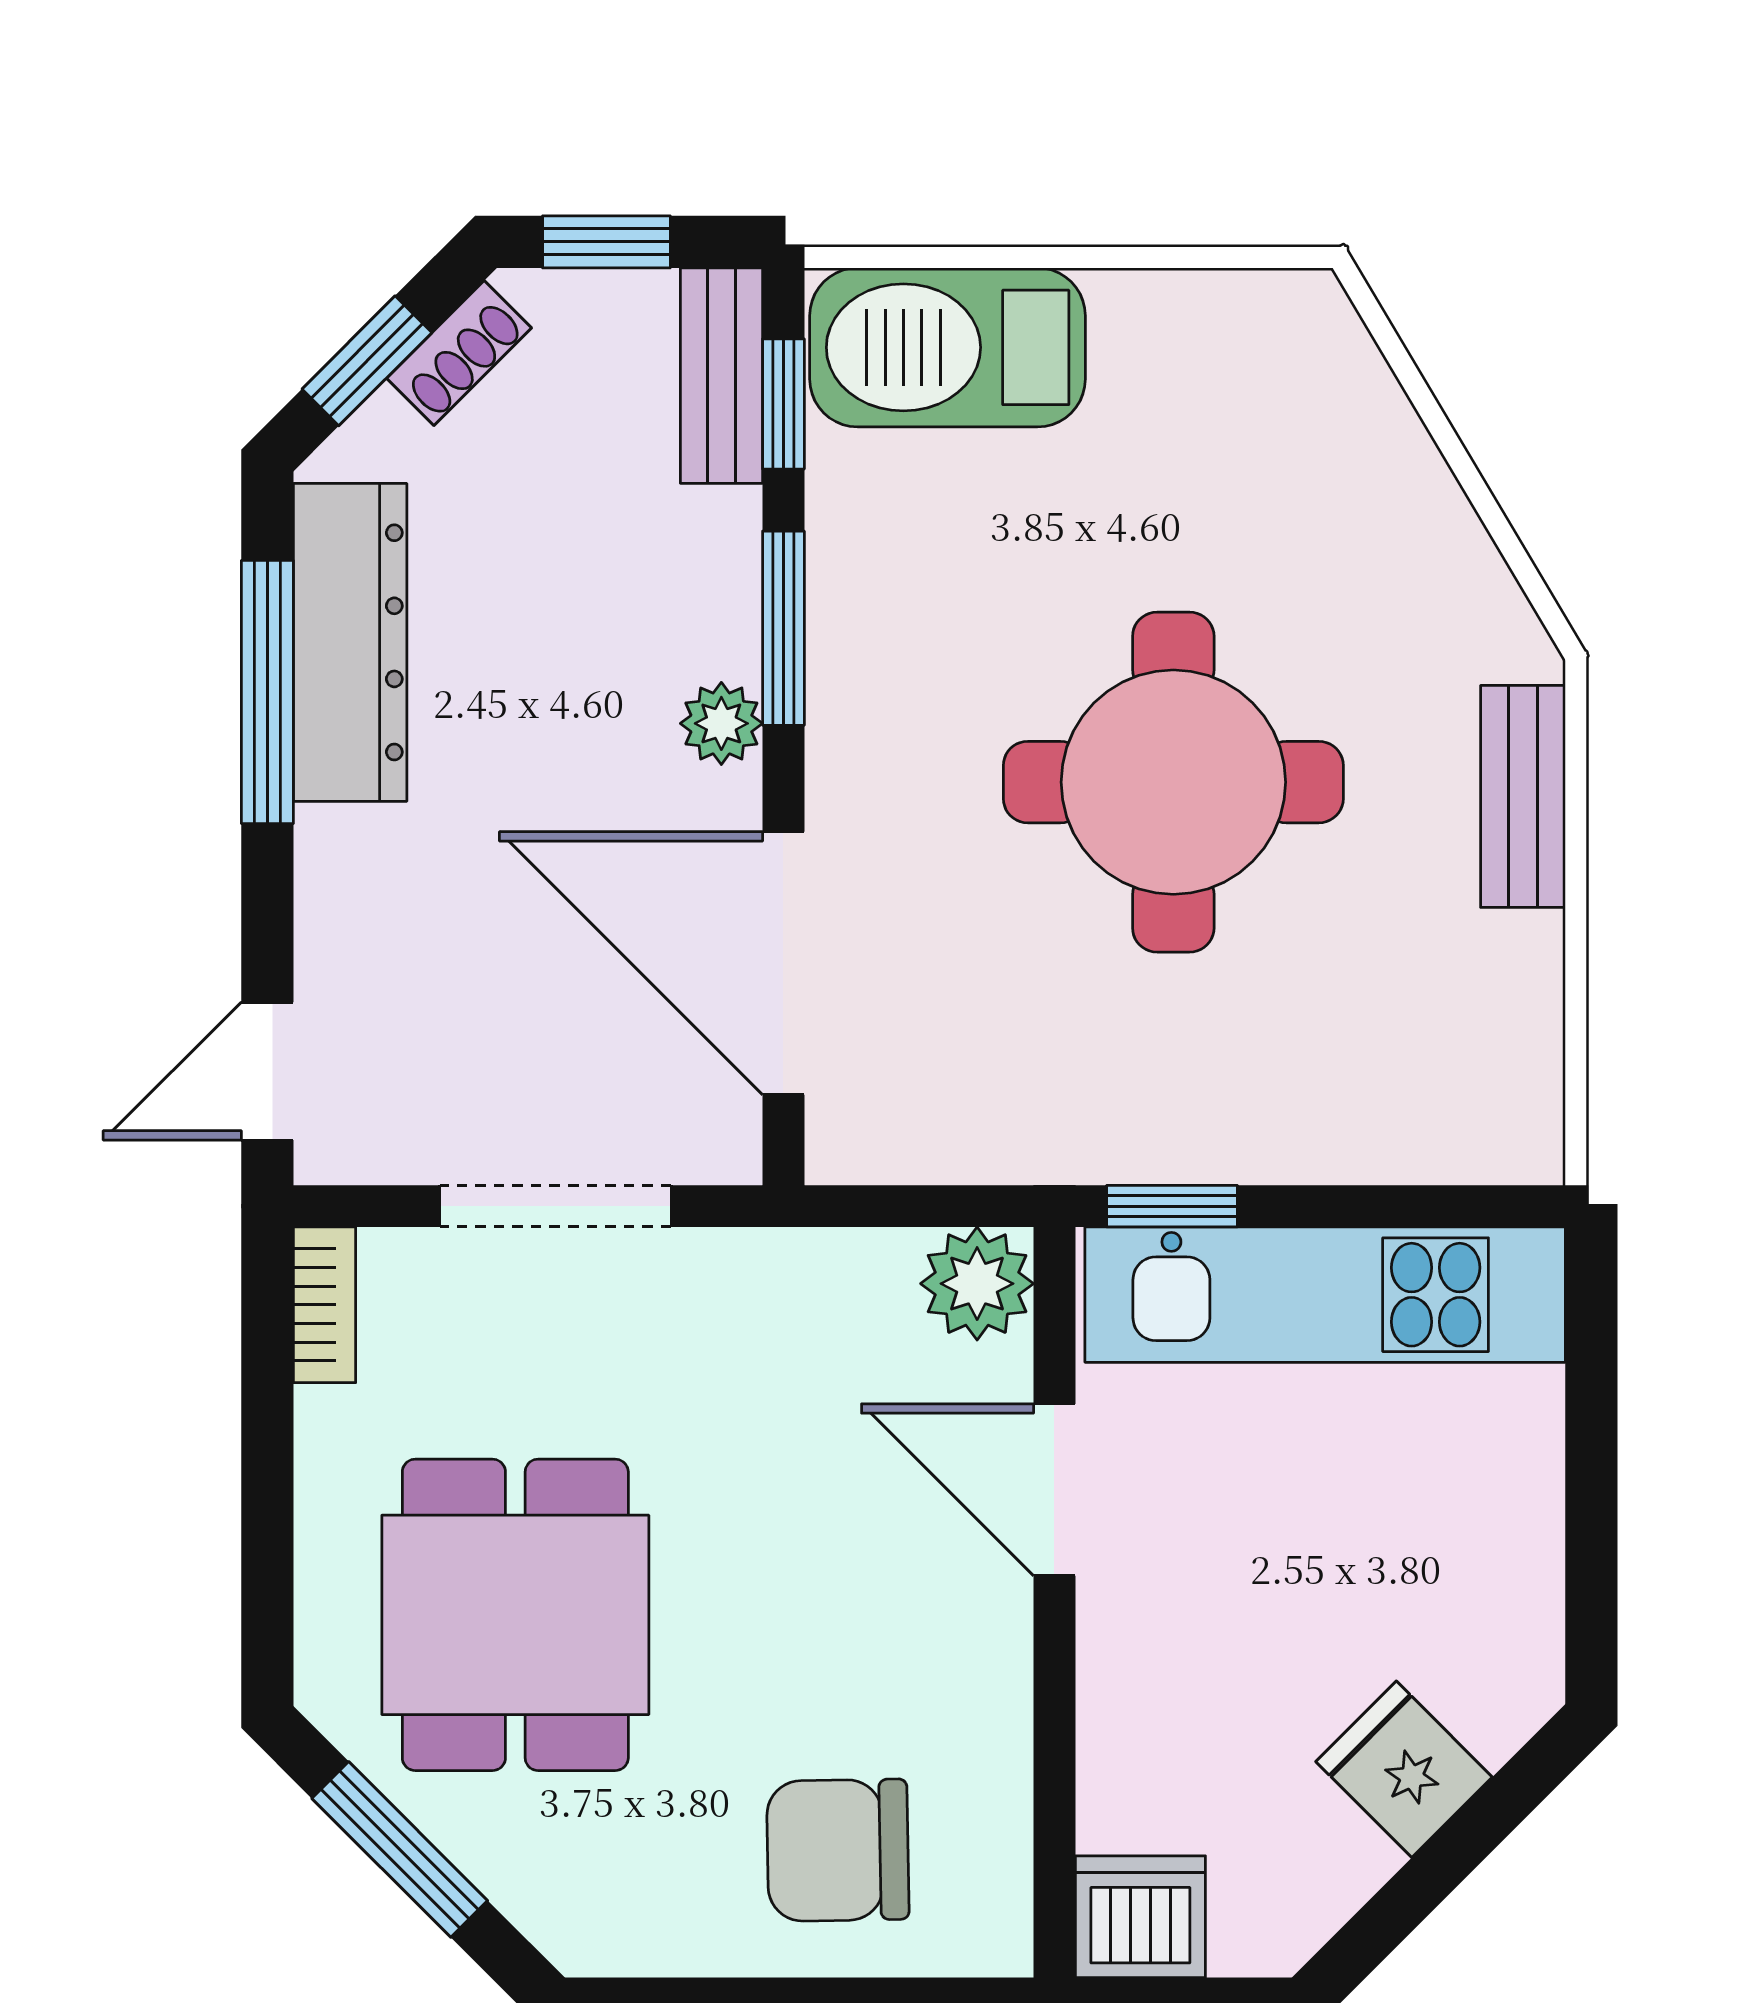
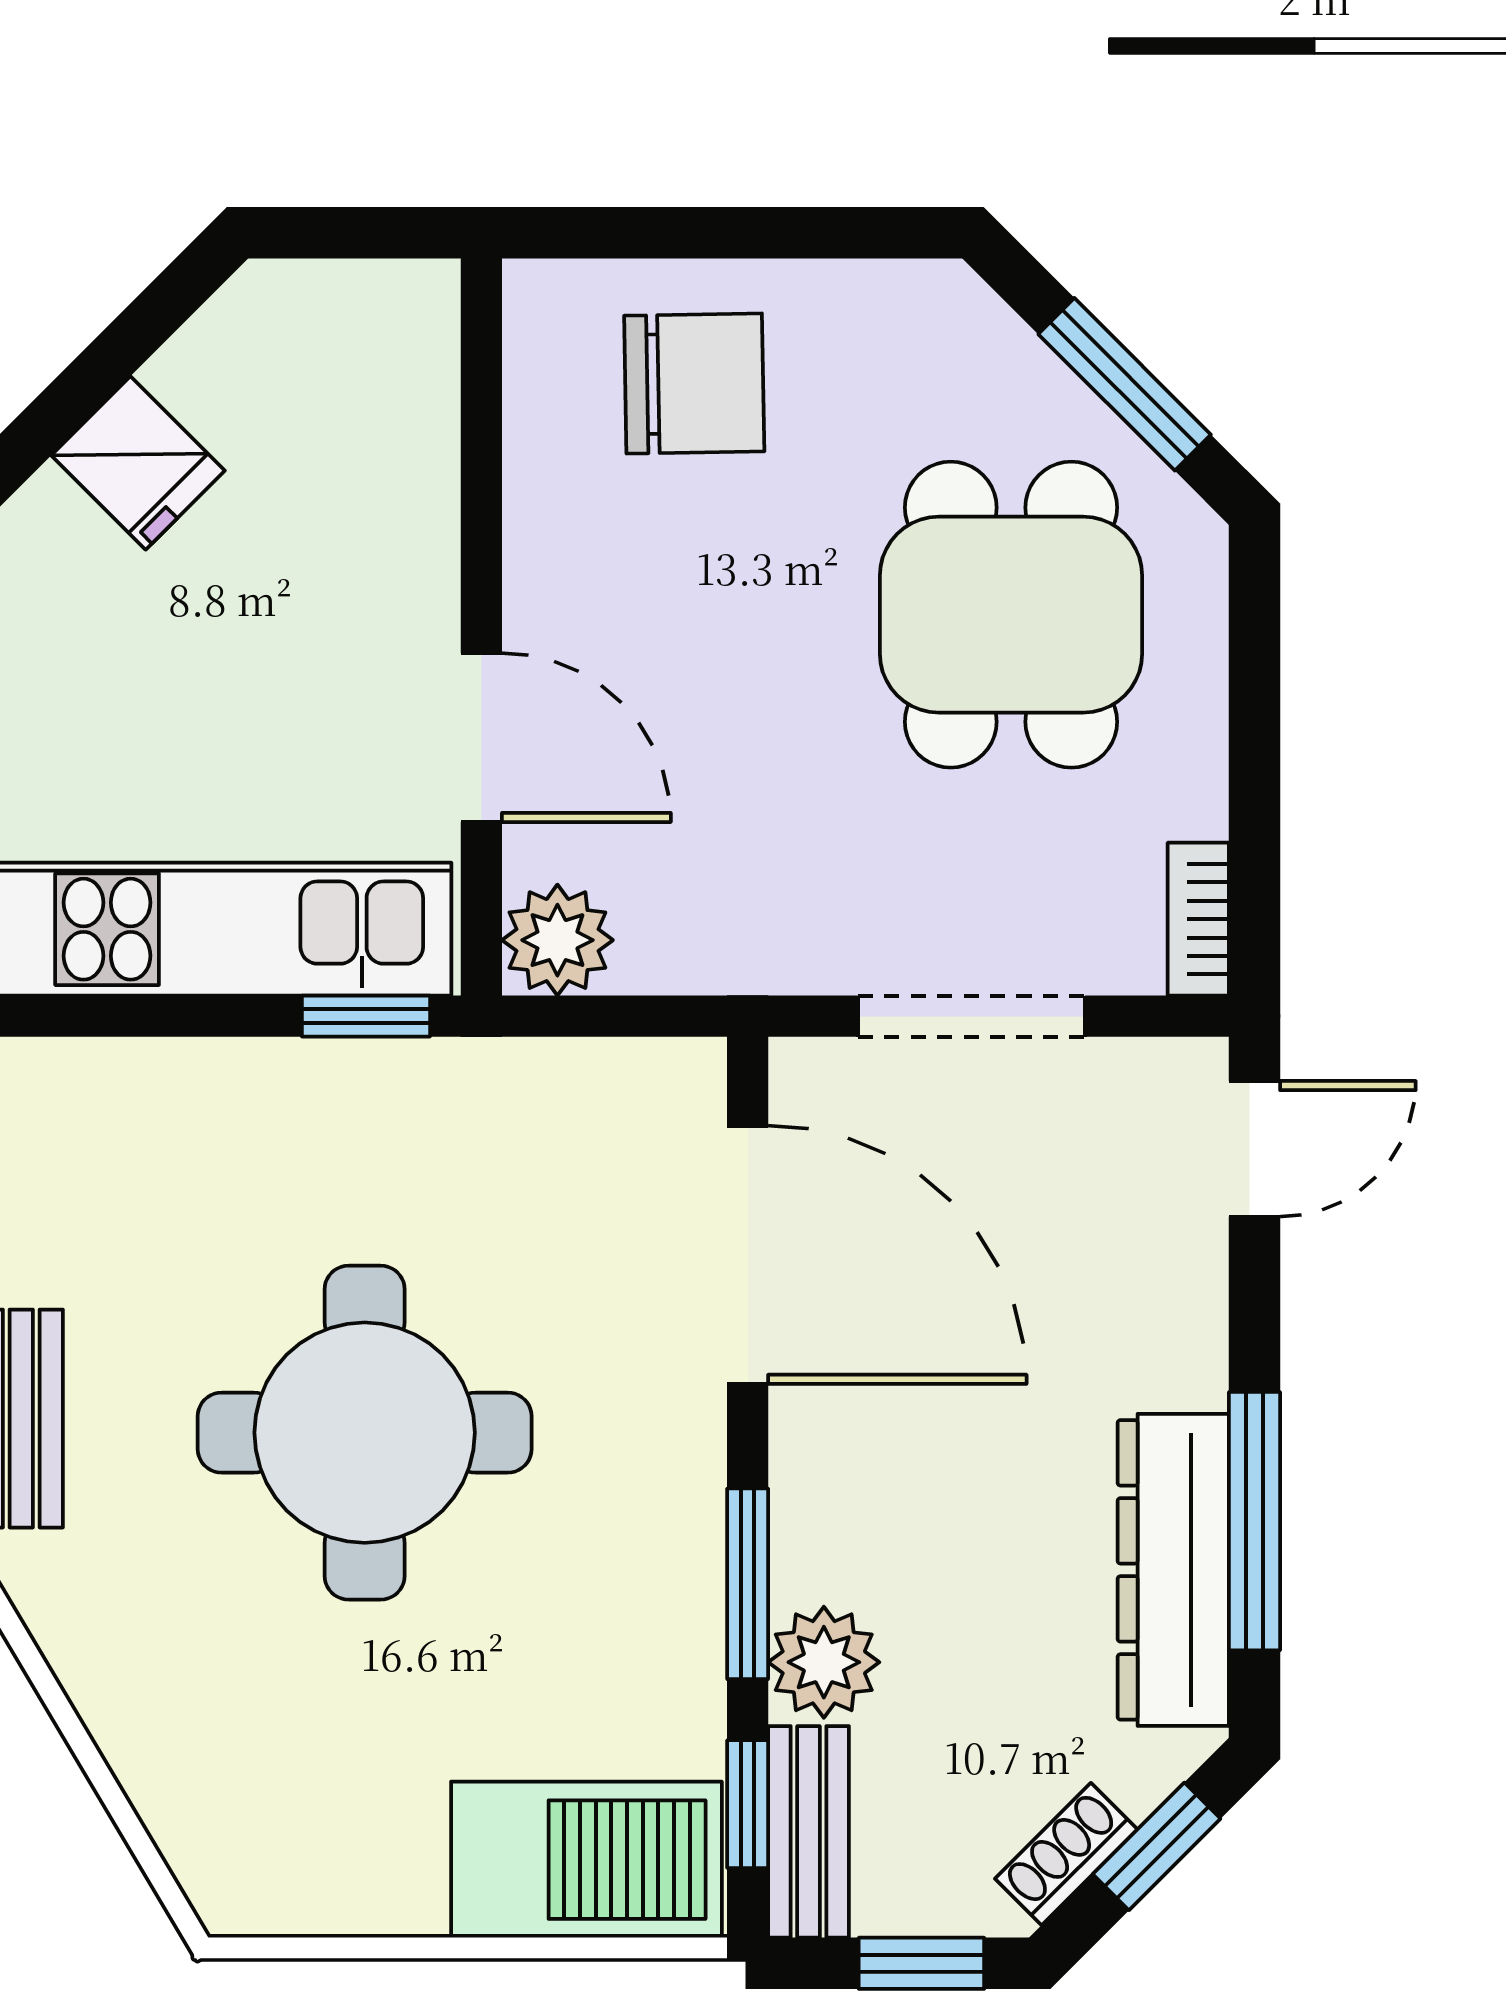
plant: (721, 723) -> (824, 1662), moved, width x1.38, depth x1.38
dishwasher: (1140, 1917) -> (397, 318), removed

